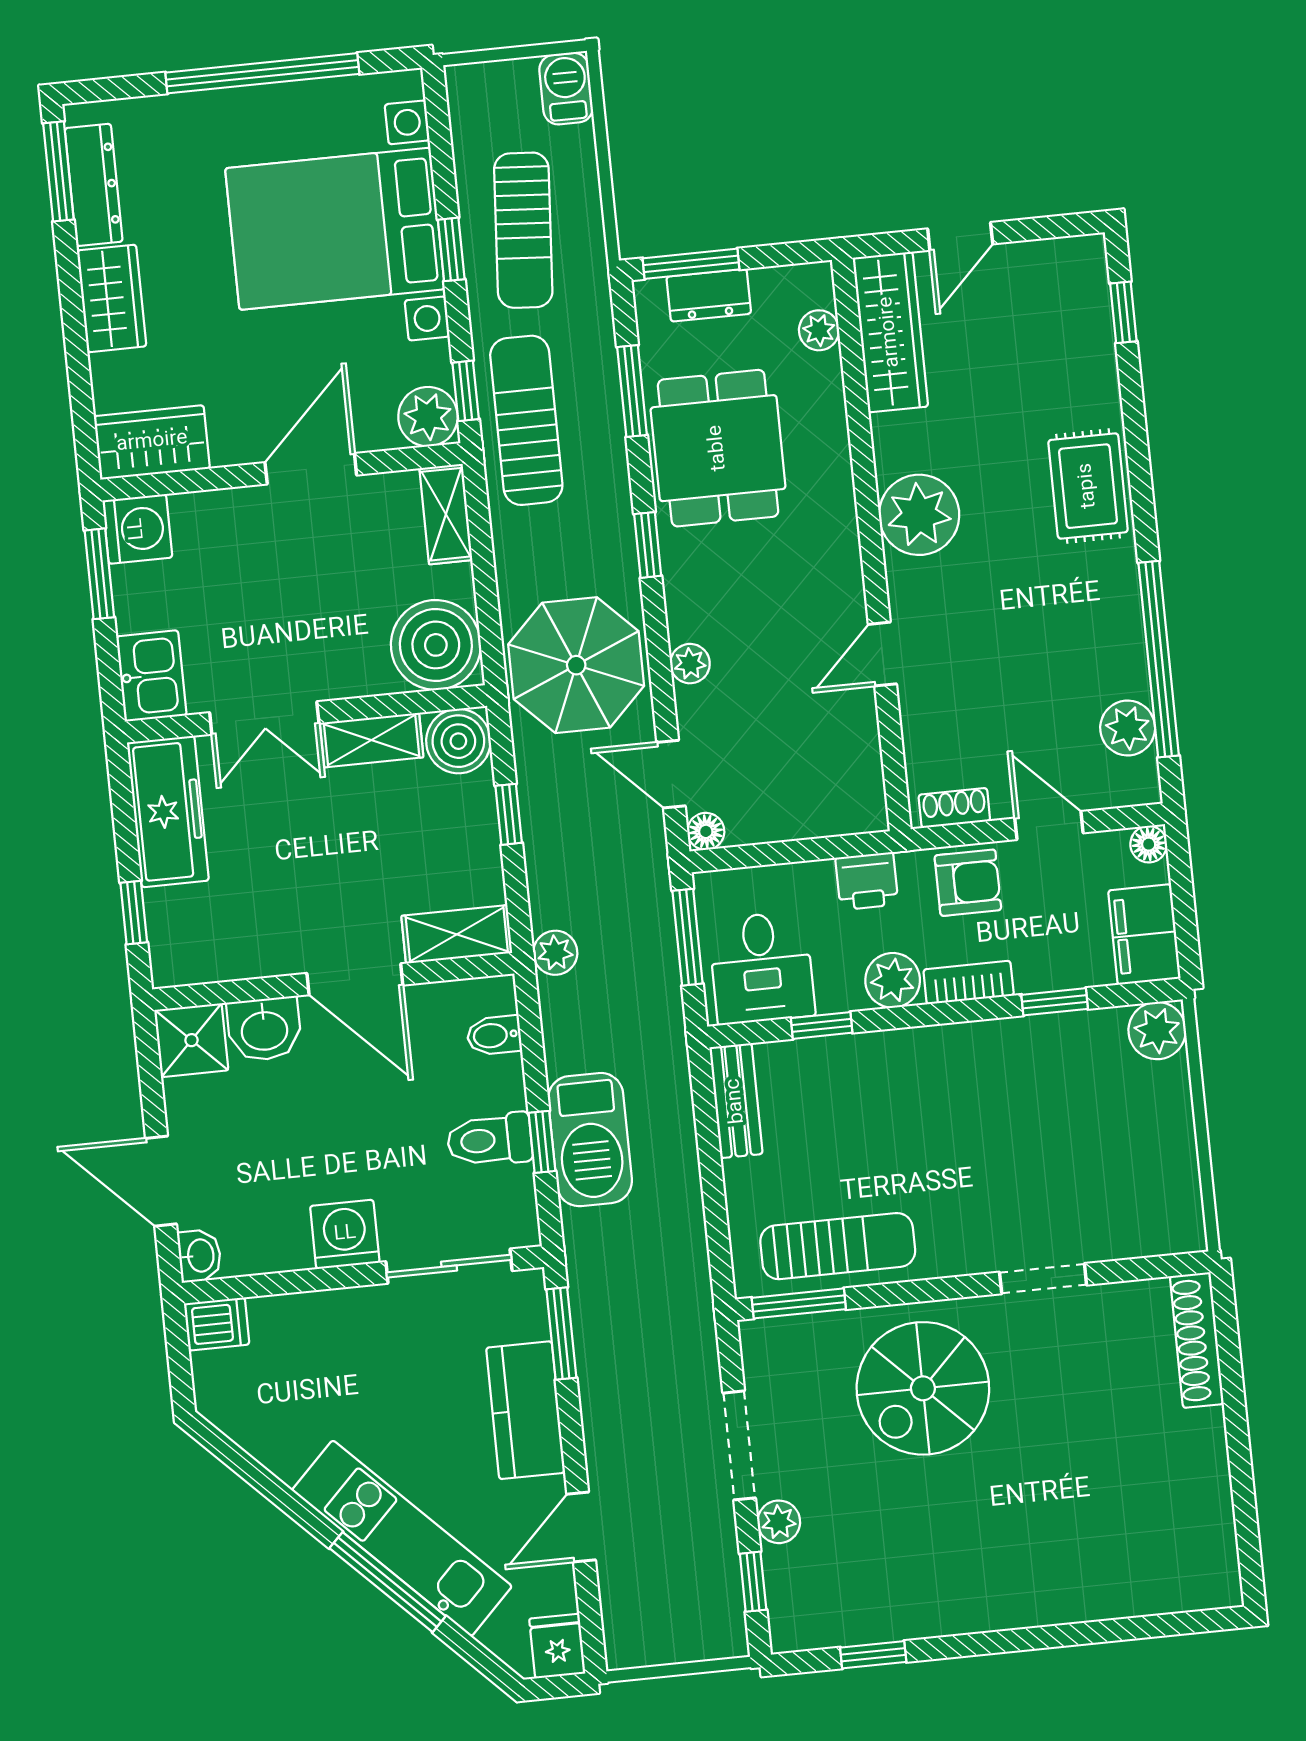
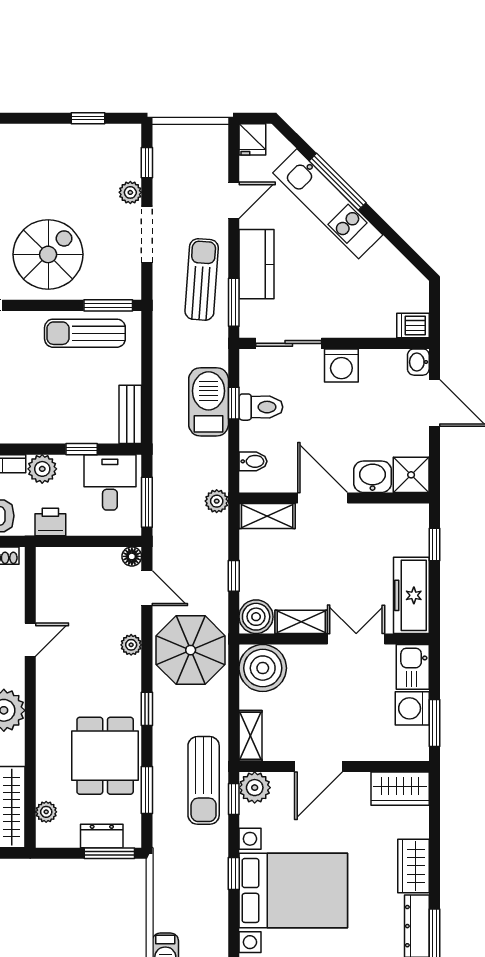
sun lounger: (523, 230) -> (202, 279), moved
washing machine: (137, 529) -> (412, 708), moved

